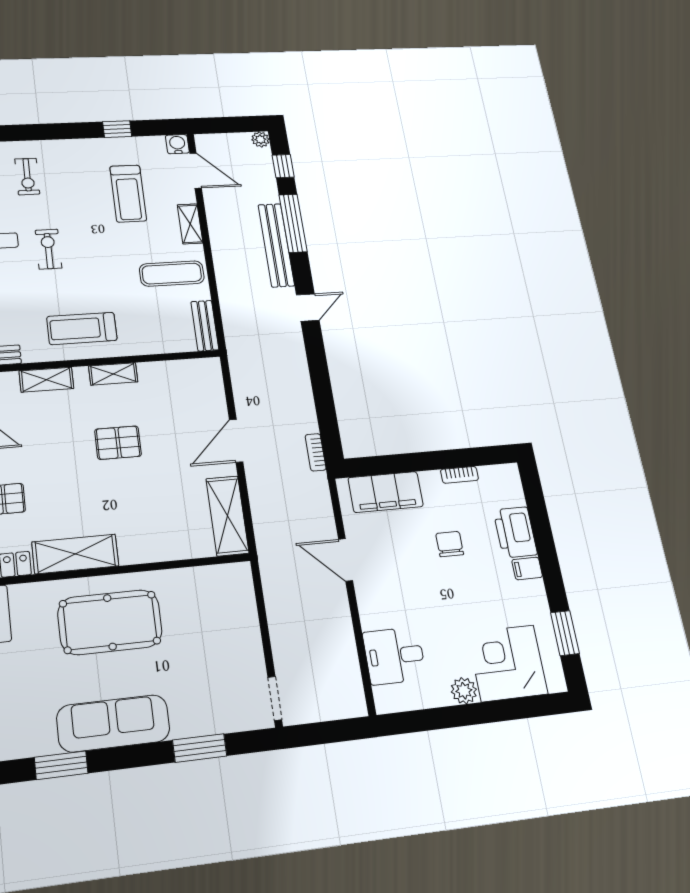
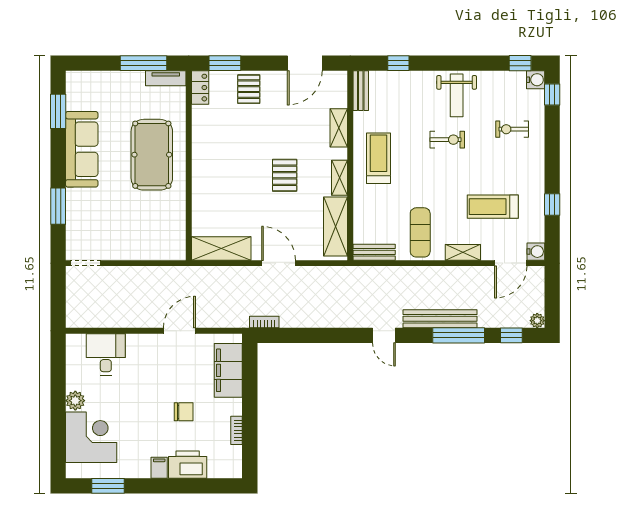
shelving: (75, 554) -> (336, 227), moved

